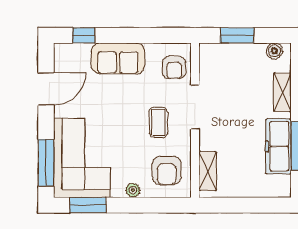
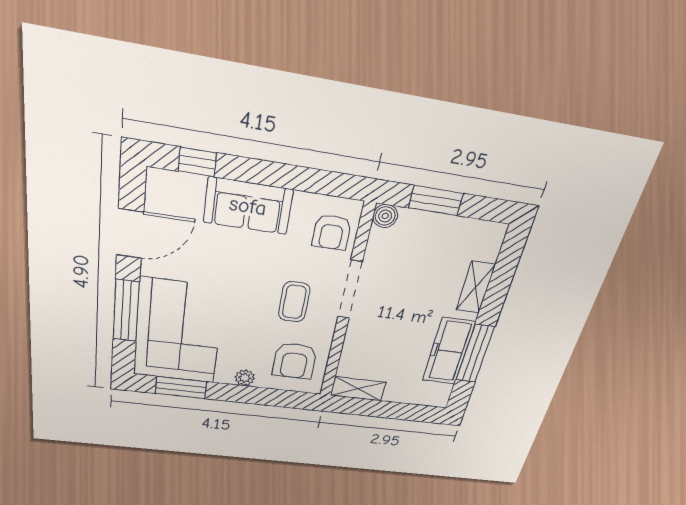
boiler: (274, 51) -> (385, 216), moved
window: (46, 162) -> (126, 311), moved
shelving: (208, 171) -> (358, 389), moved, turned 90

